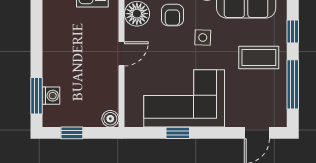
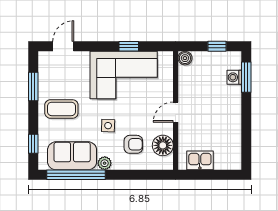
armchair: (172, 15) -> (133, 144), turned 90
window: (293, 32) -> (33, 144), moved
window: (293, 84) -> (33, 87), width x0.69

